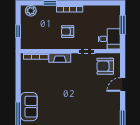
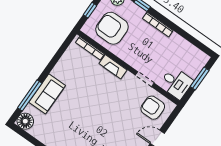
armchair: (68, 32) -> (112, 28), moved, width x1.88, depth x1.88

